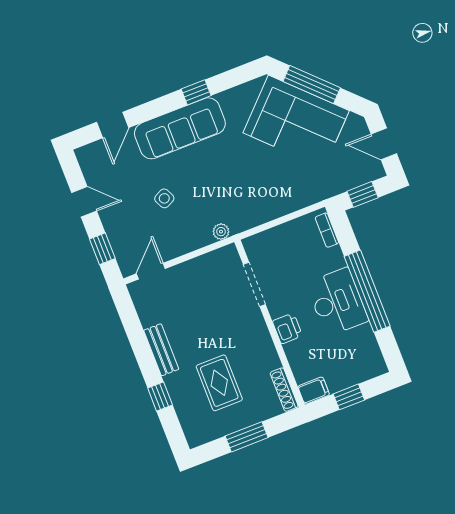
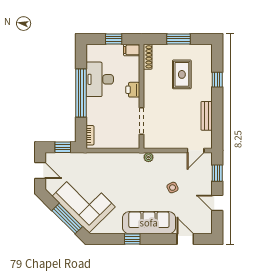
door: (113, 125) -> (185, 239), hinge flipped
desk: (337, 302) -> (100, 79), moved
bench: (161, 350) -> (207, 116), moved

